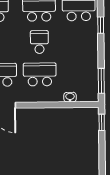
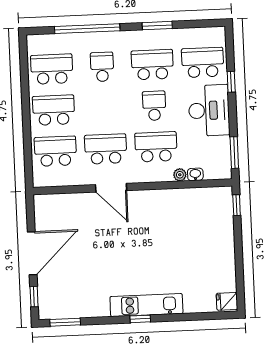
desk: (82, 47) -> (209, 110), added
plant: (58, 97) -> (180, 175), added

